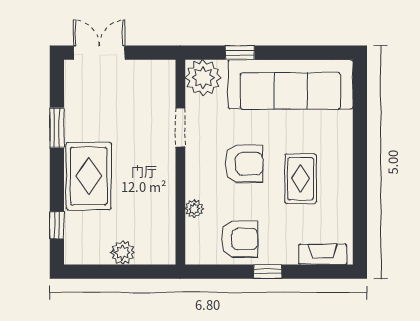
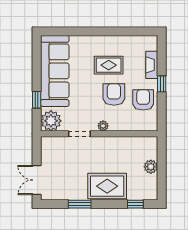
armchair: (244, 164) -> (114, 94), moved
plant: (194, 209) -> (103, 126), moved
fireplace: (323, 254) -> (152, 65), moved

